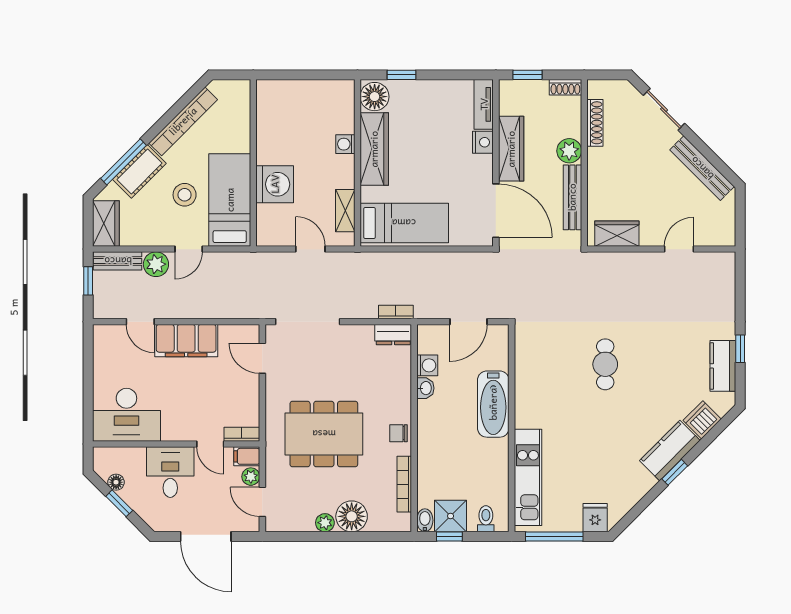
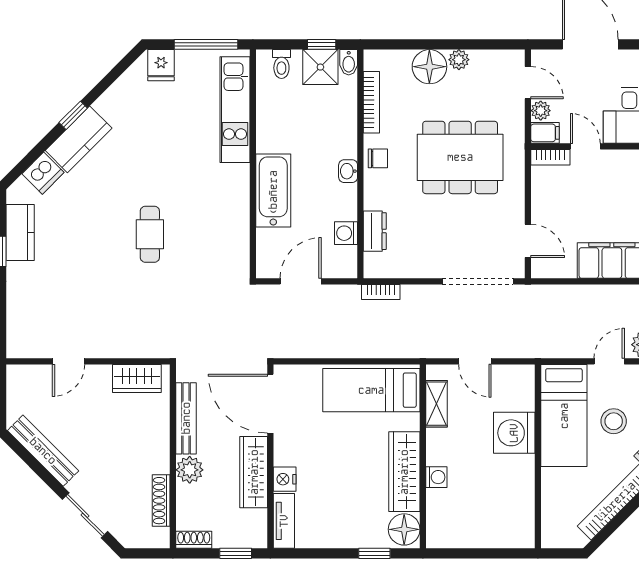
dresser: (393, 335) -> (375, 231), moved, turned 90
washbasin: (425, 388) -> (348, 171), moved

